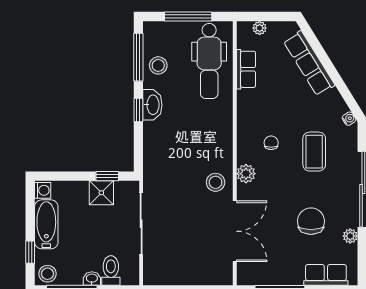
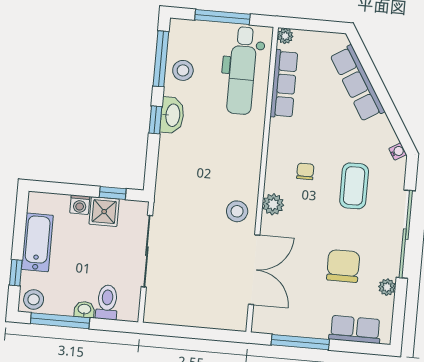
plant: (260, 28) -> (285, 36), moved
row of seats: (246, 69) -> (284, 84), width x1.48
washing machine: (43, 190) -> (80, 205), moved, turned 90

